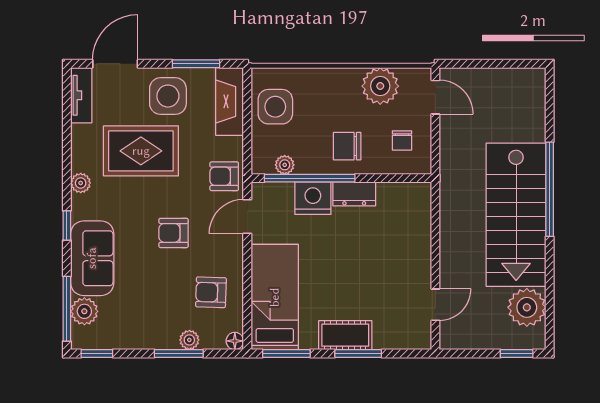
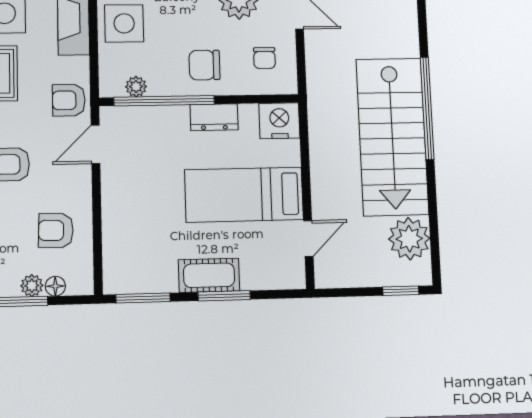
nightstand: (313, 198) -> (279, 121), moved
bed: (275, 297) -> (244, 195), moved, turned -90
floor lamp: (235, 341) -> (55, 286), moved

